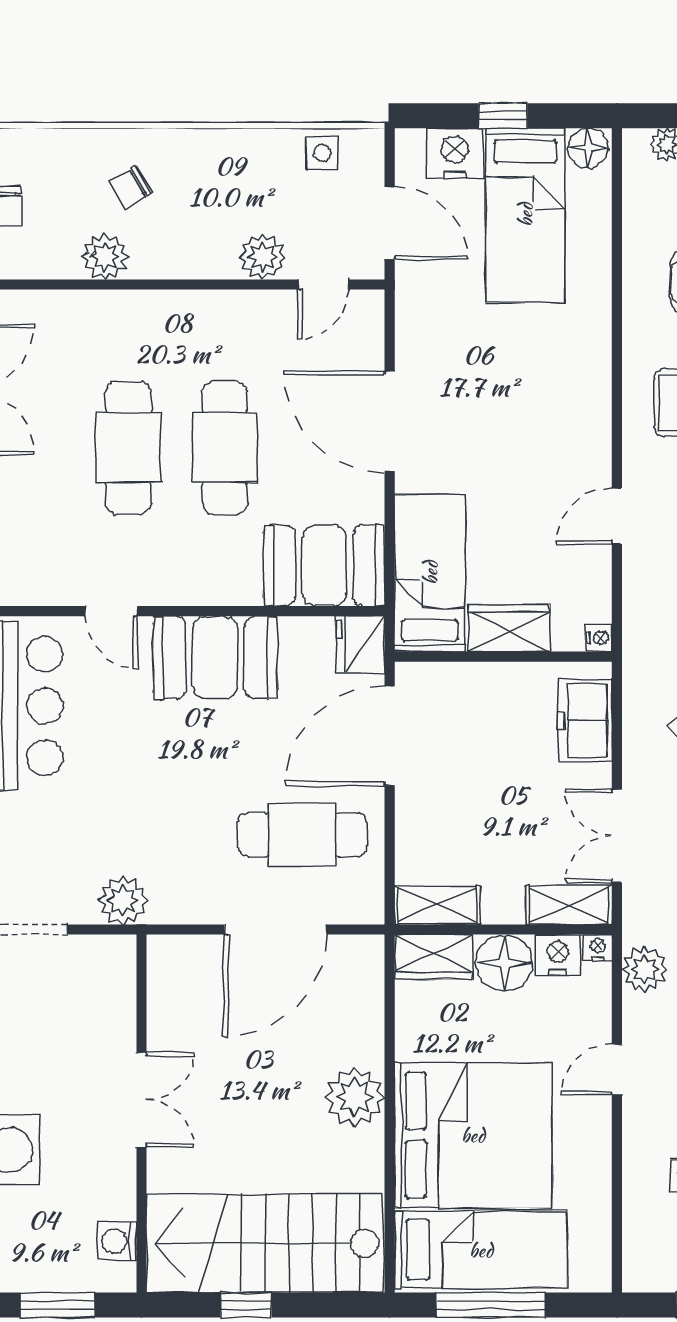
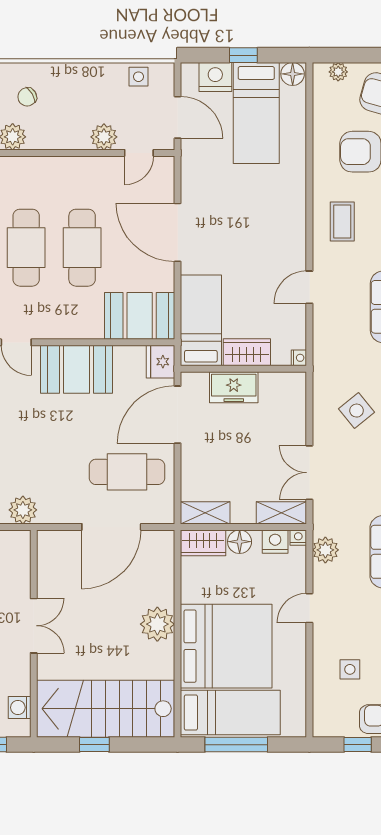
freezer: (585, 721) -> (234, 387), moved, turned -90
floor lamp: (504, 963) -> (240, 542), width x0.73, depth x0.73

